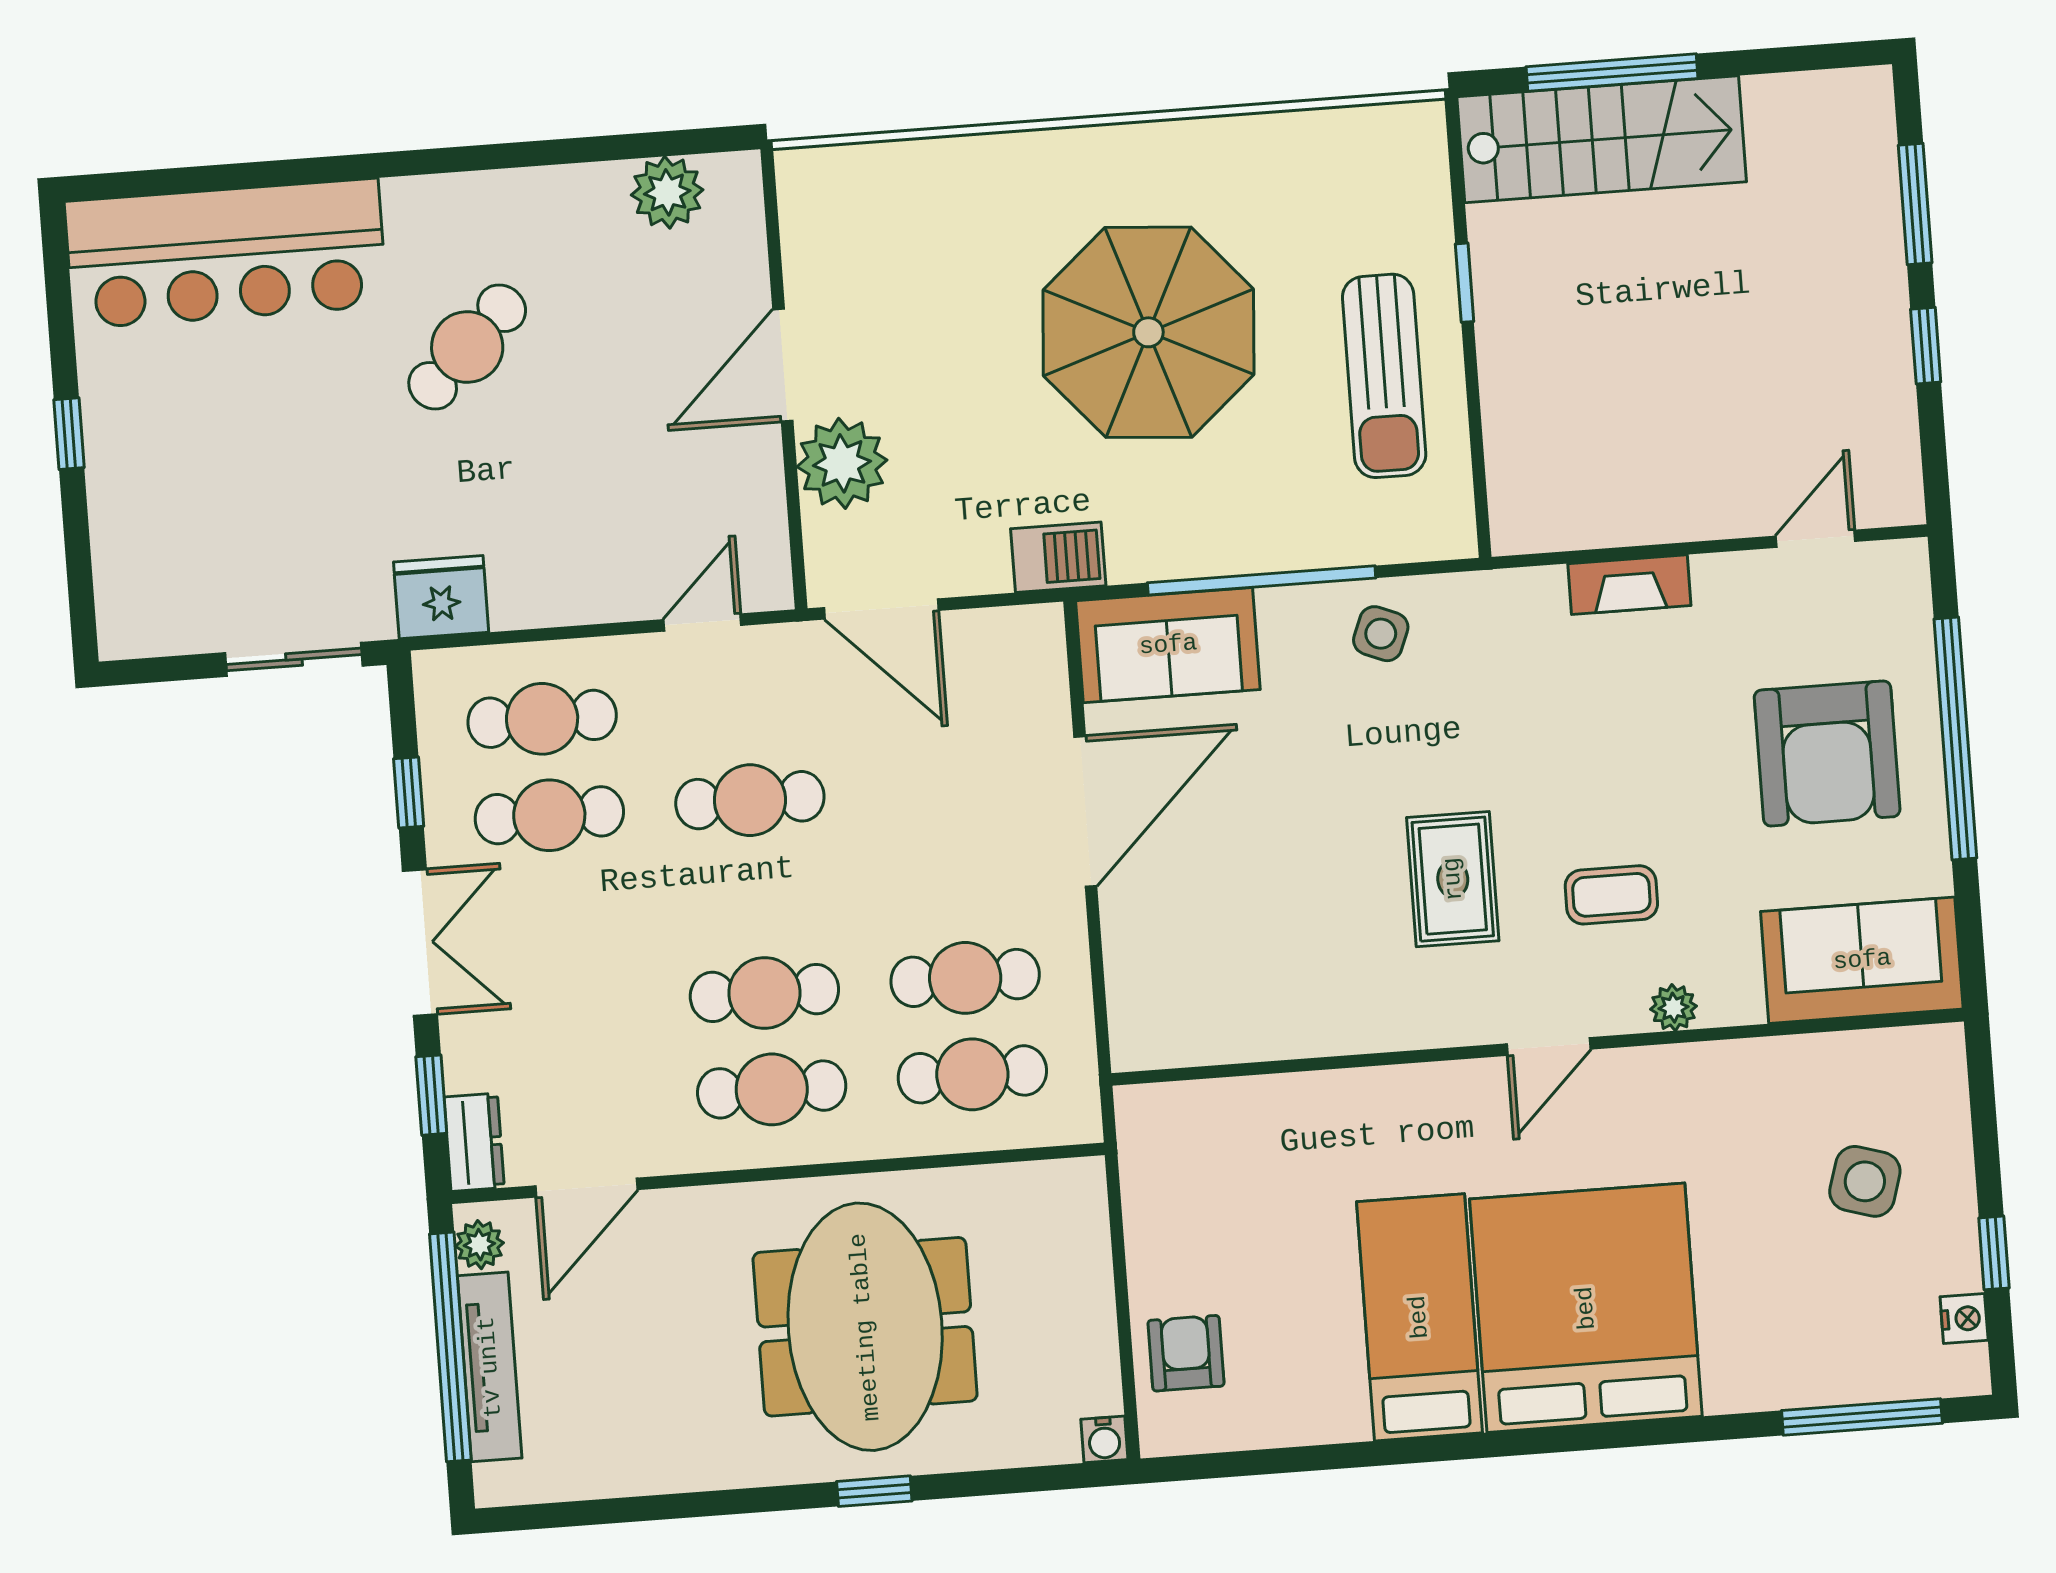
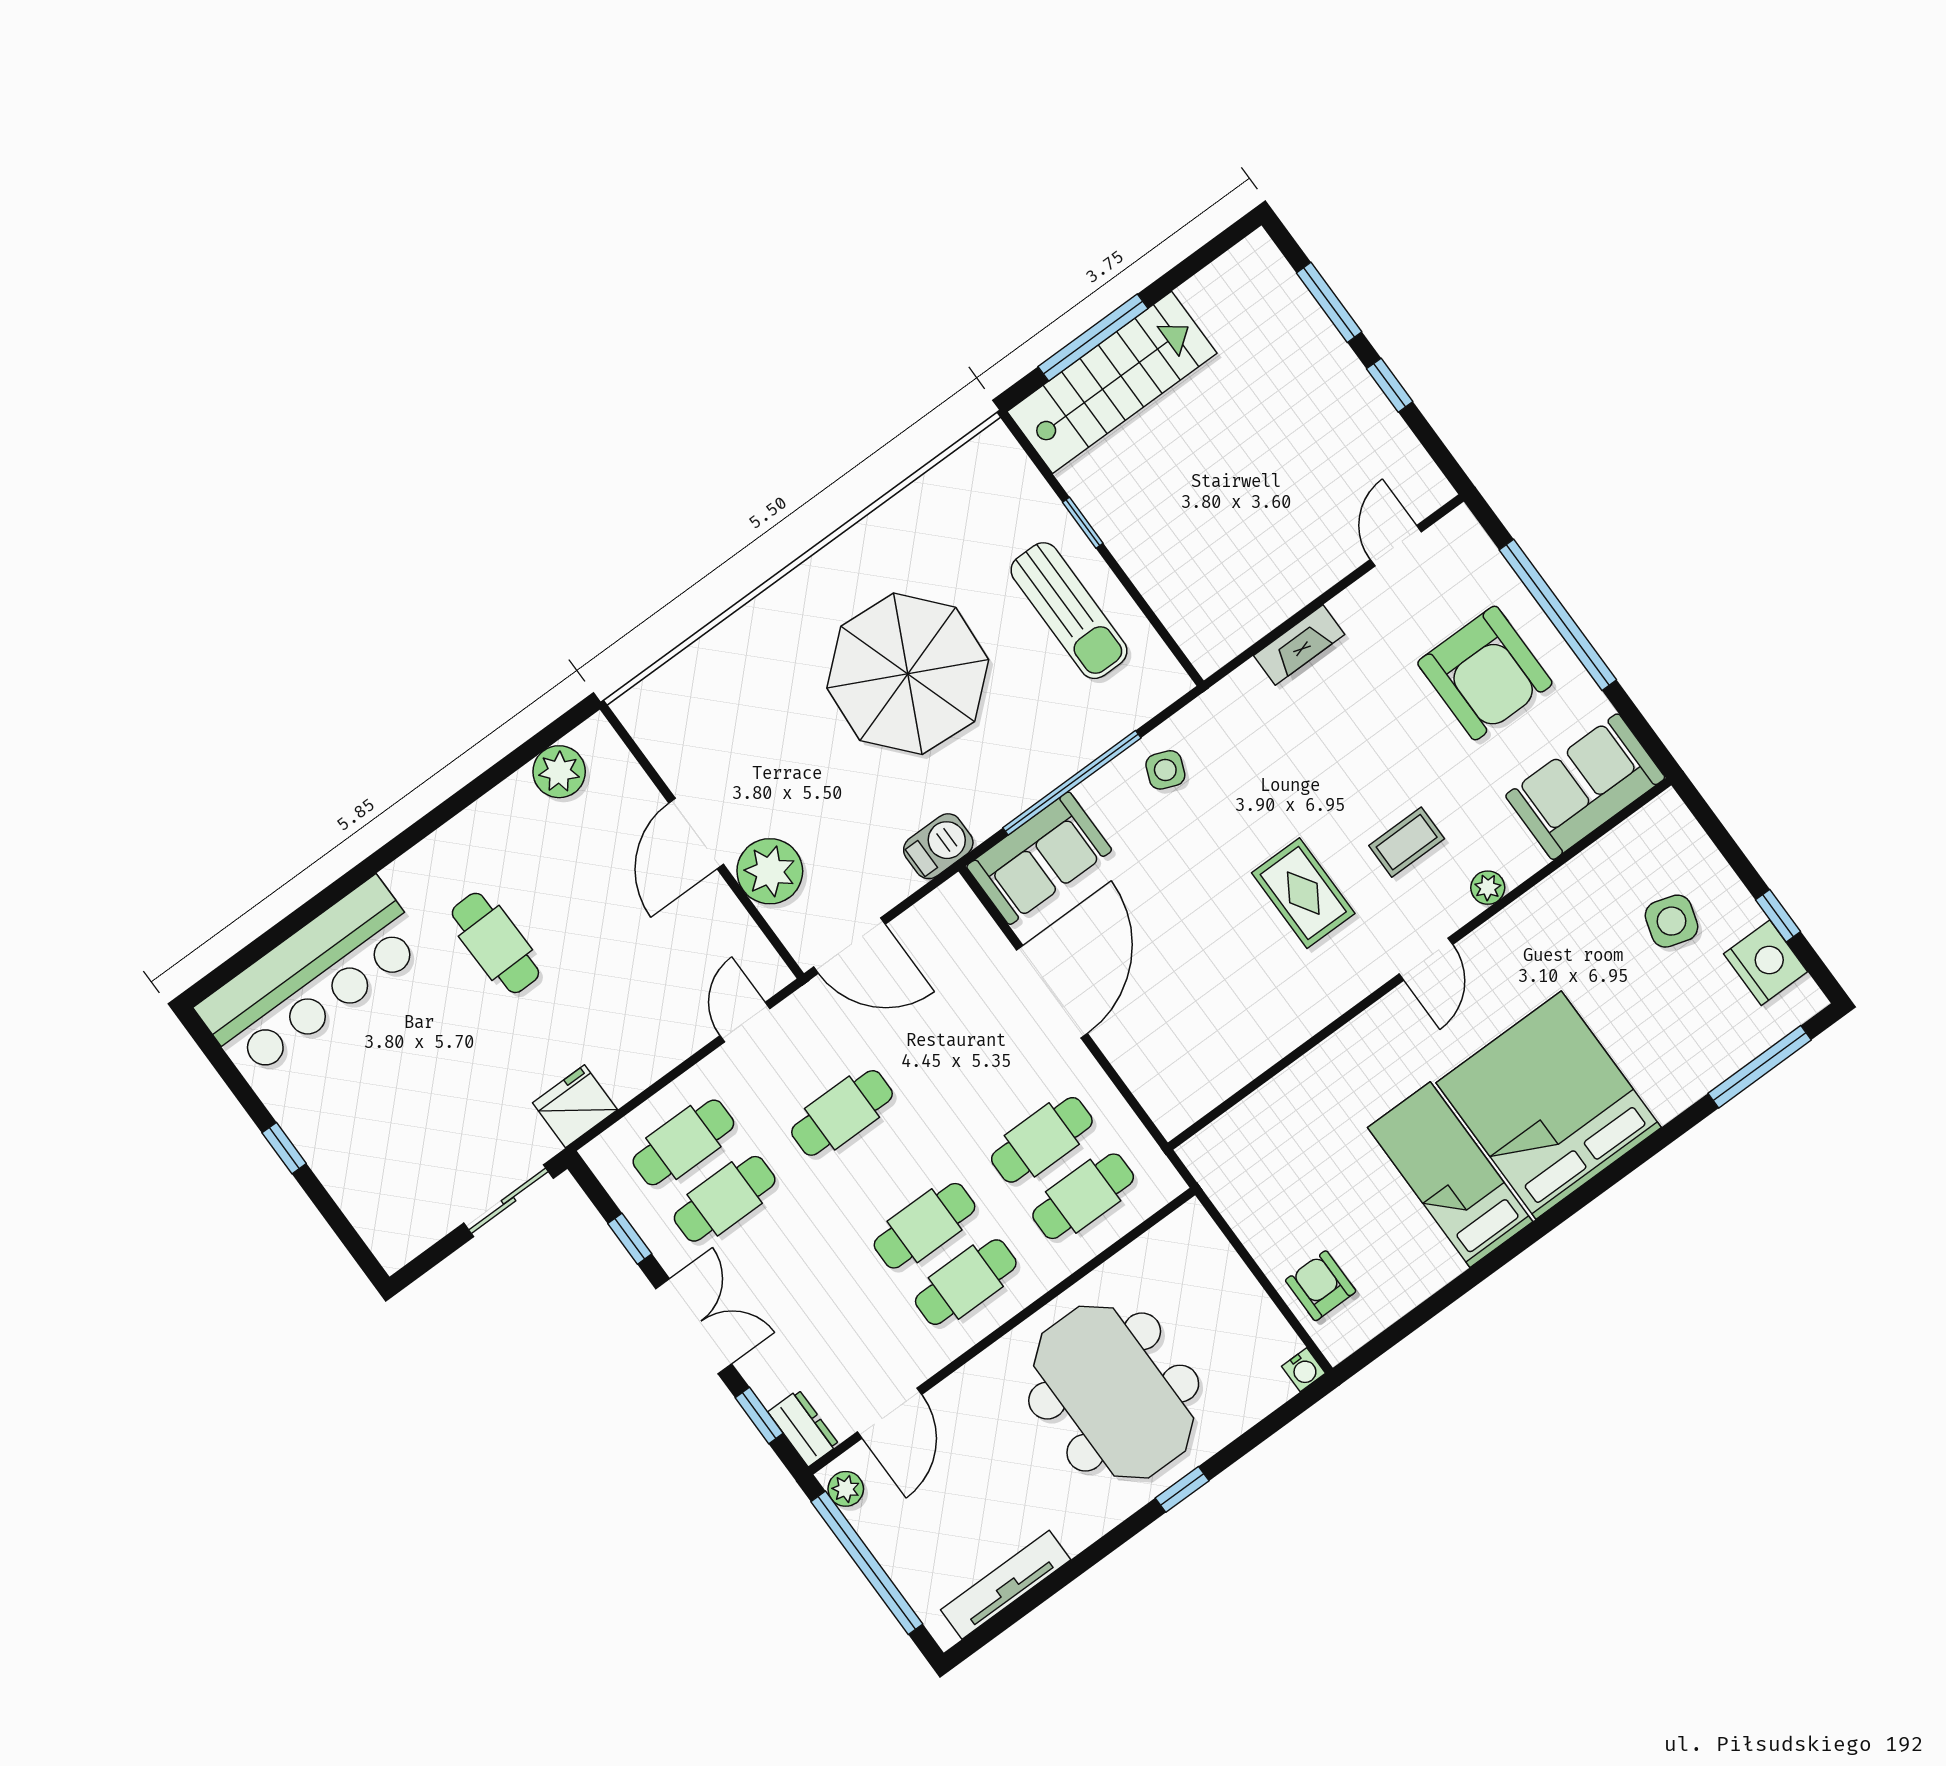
cafe table: (467, 347) -> (495, 943), turned -47
nightstand: (1964, 1319) -> (1766, 963), width x1.89, depth x1.79
tv unit: (490, 1367) -> (1006, 1585), moved, turned -90

